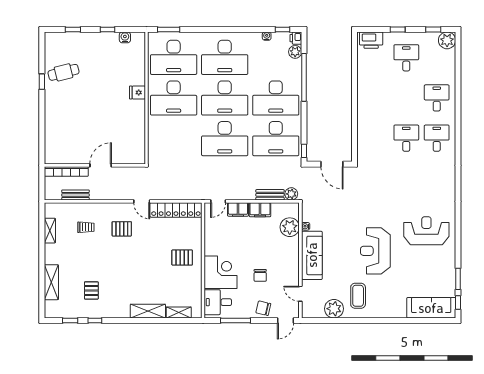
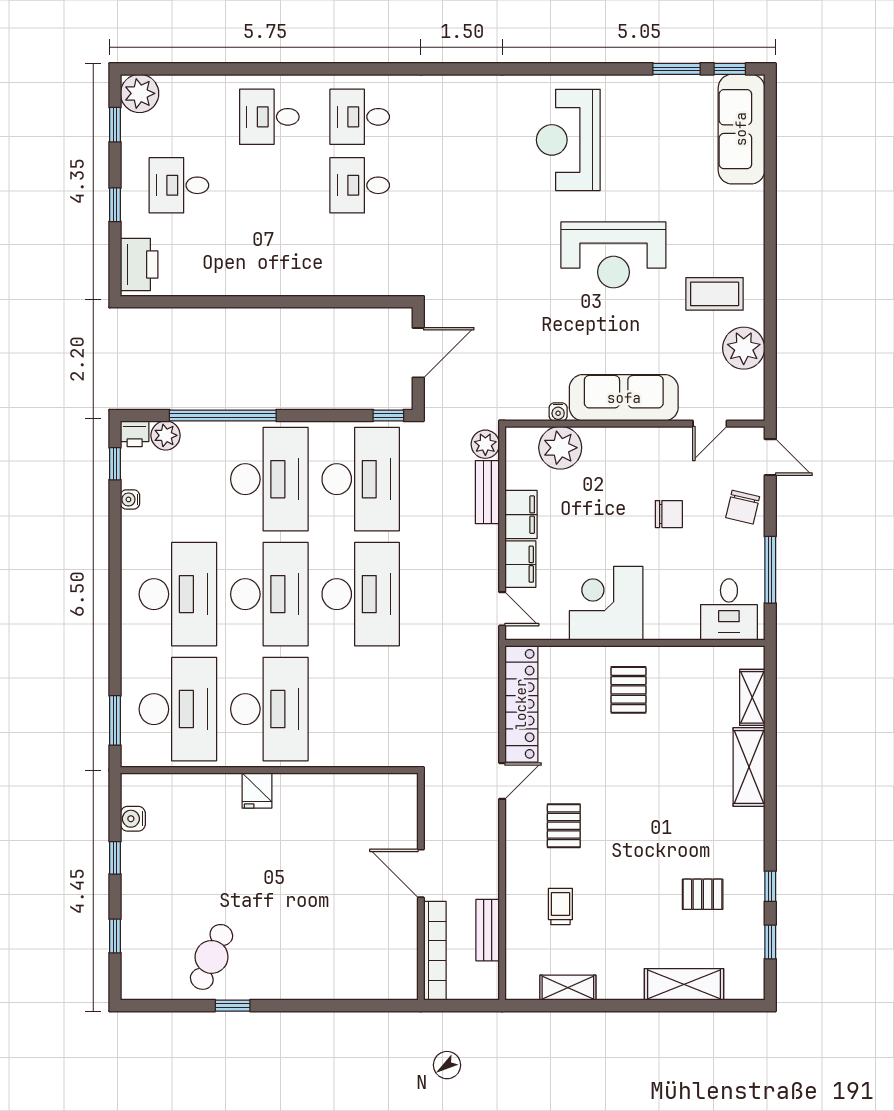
cafe table: (64, 72) -> (212, 957), turned 38
corner desk: (221, 272) -> (606, 603), moved

